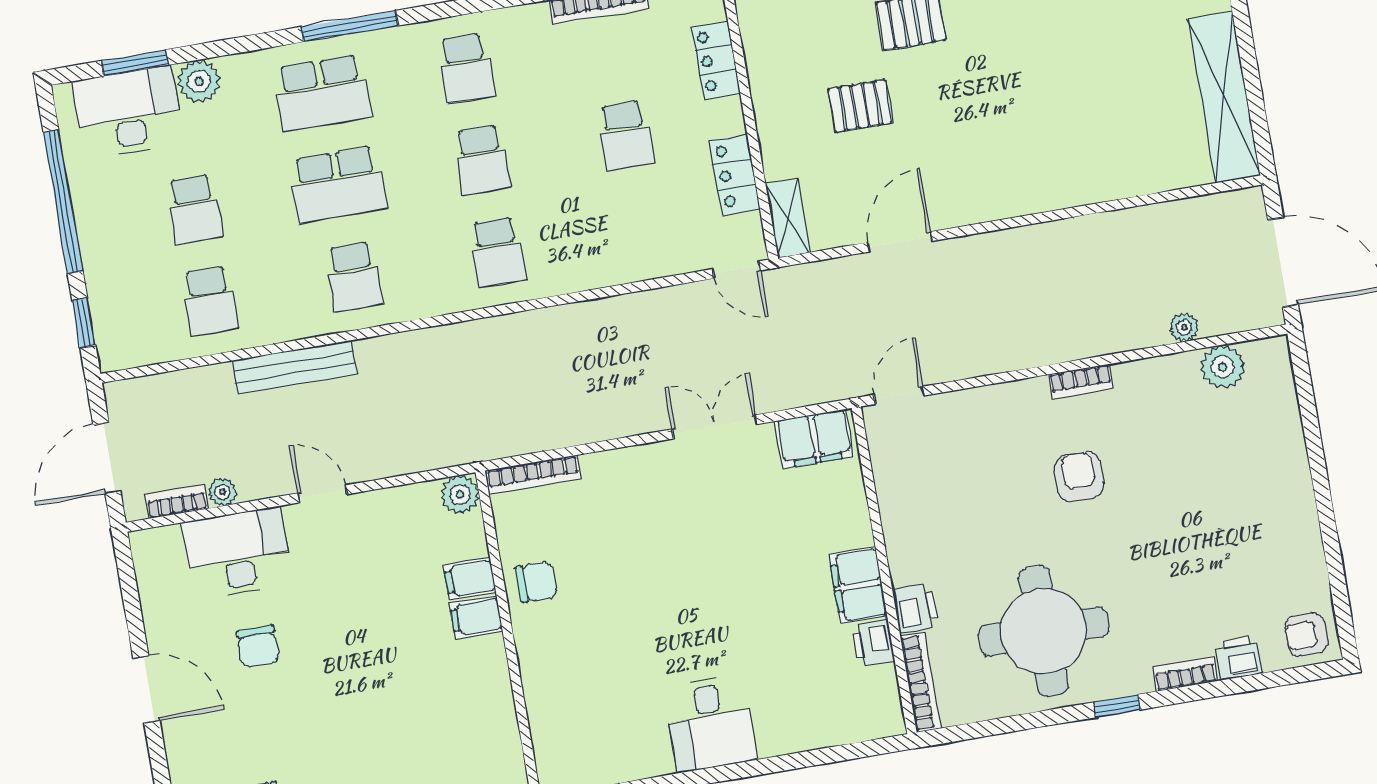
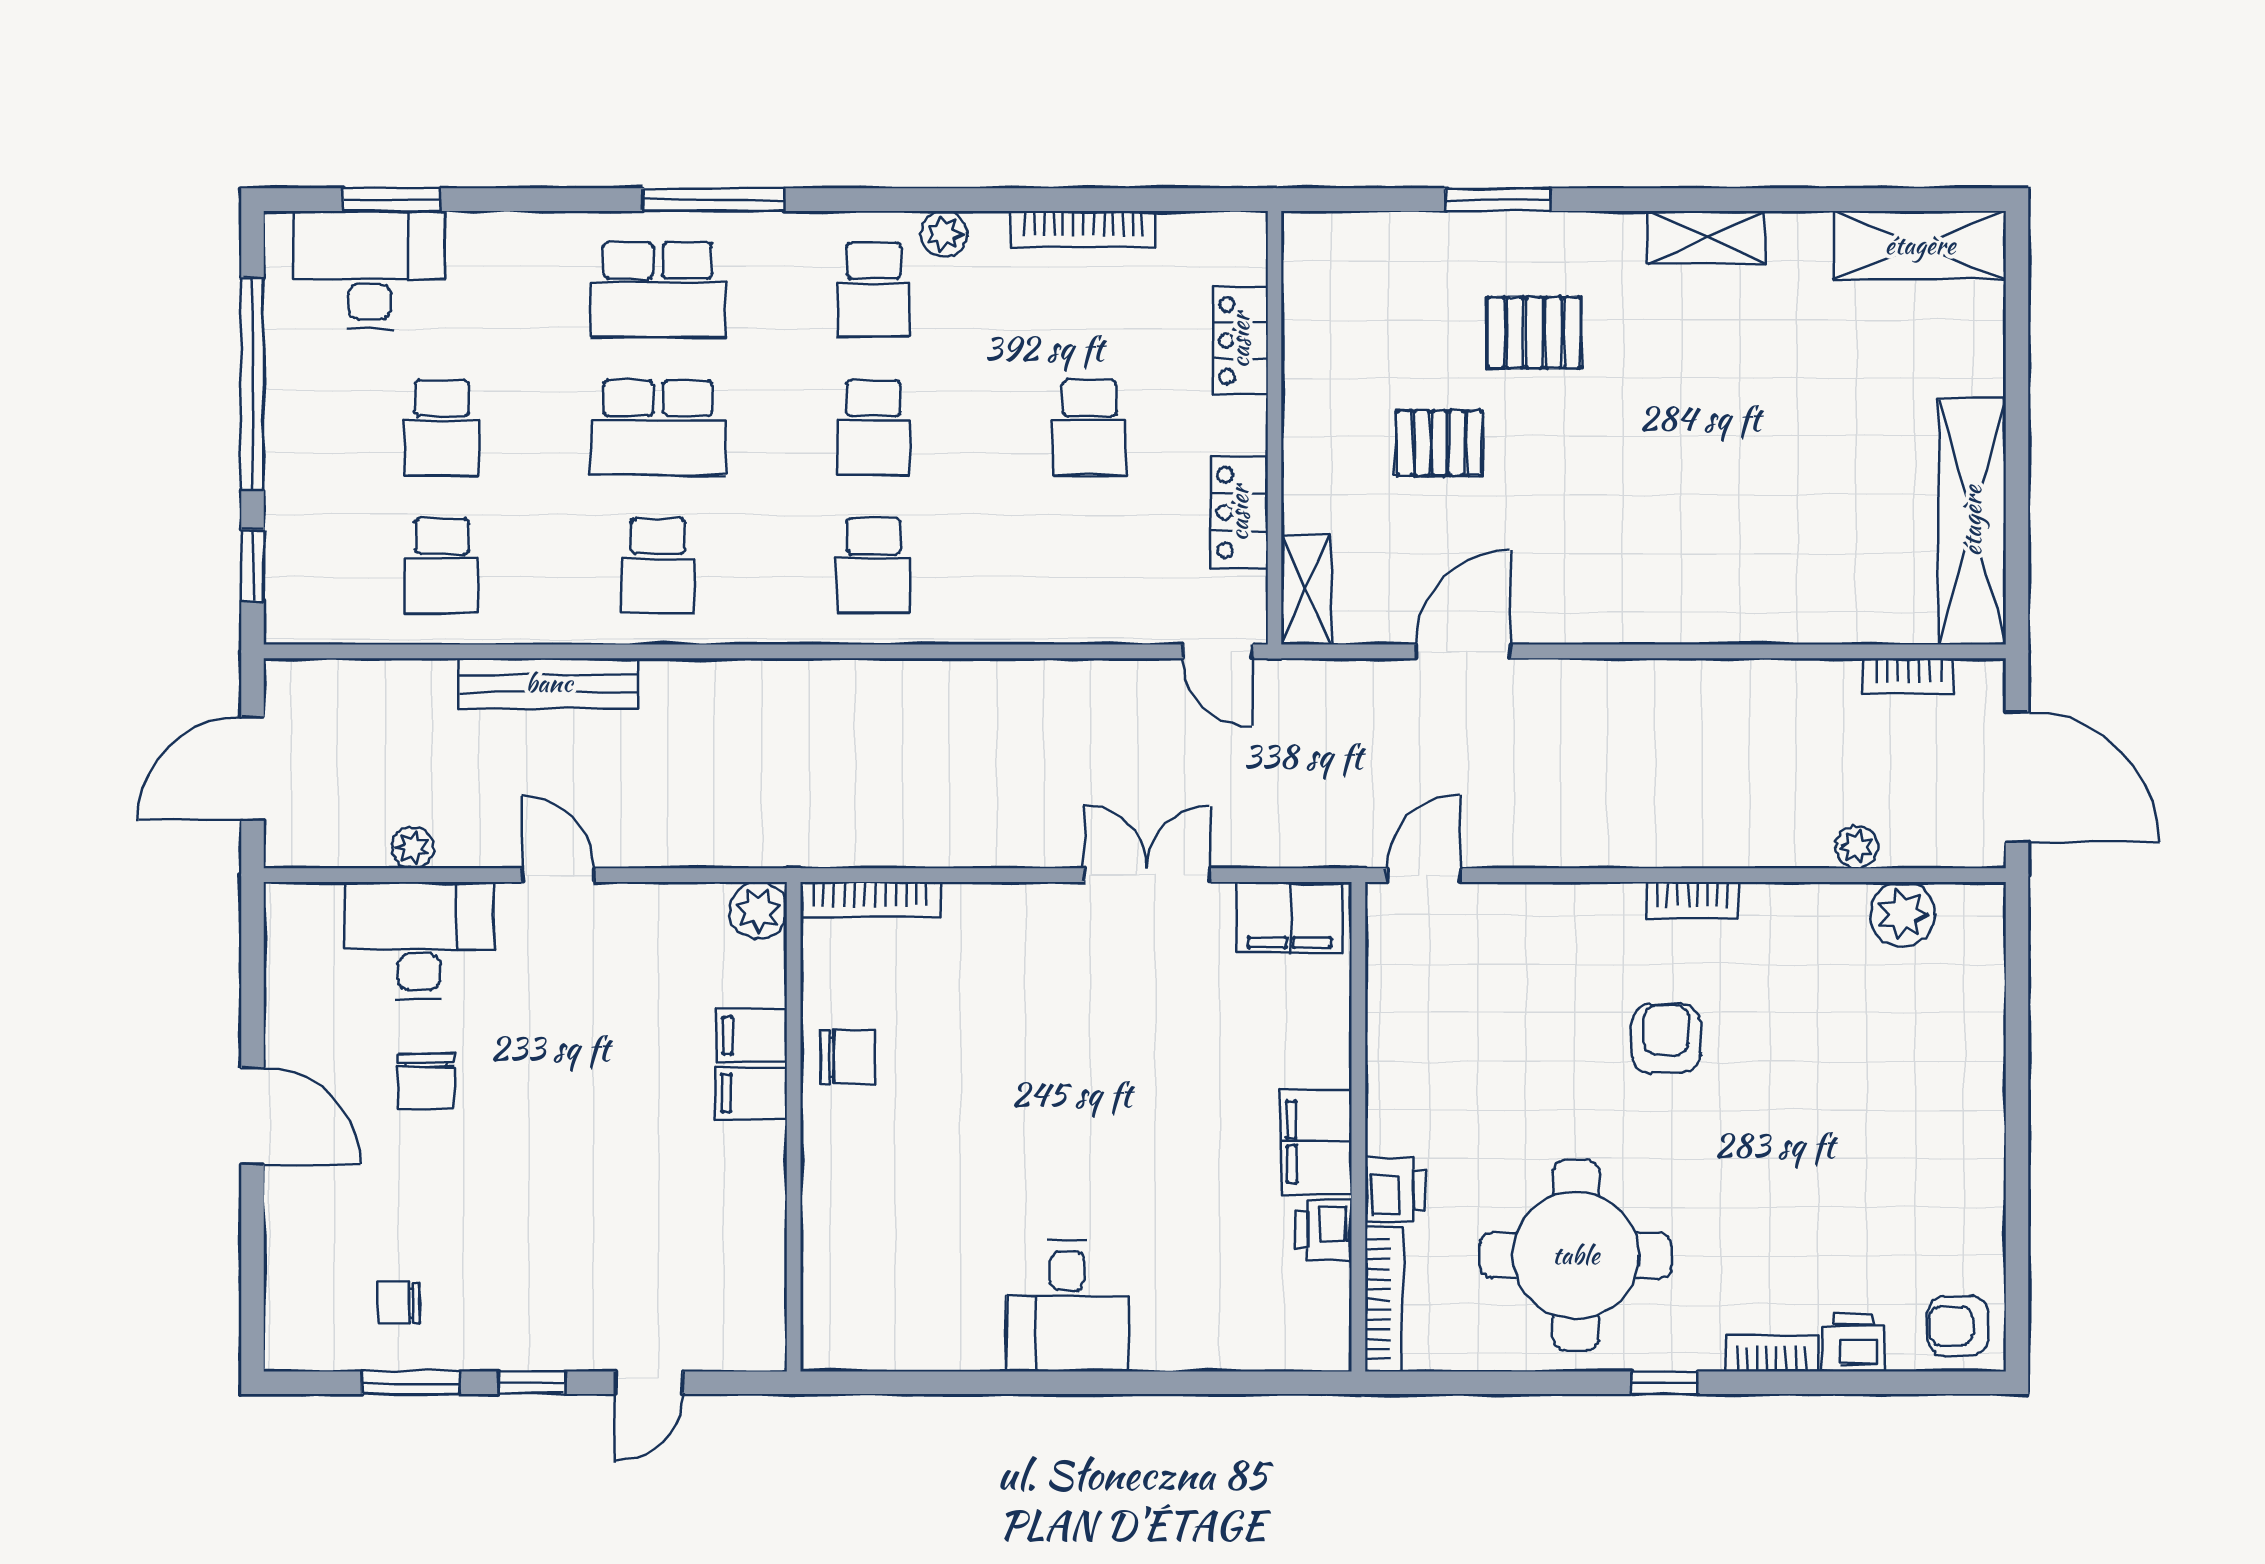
plant: (199, 81) -> (944, 234), moved, width x0.73, depth x0.73
bookcase: (176, 502) -> (1909, 676), moved, turned 180

